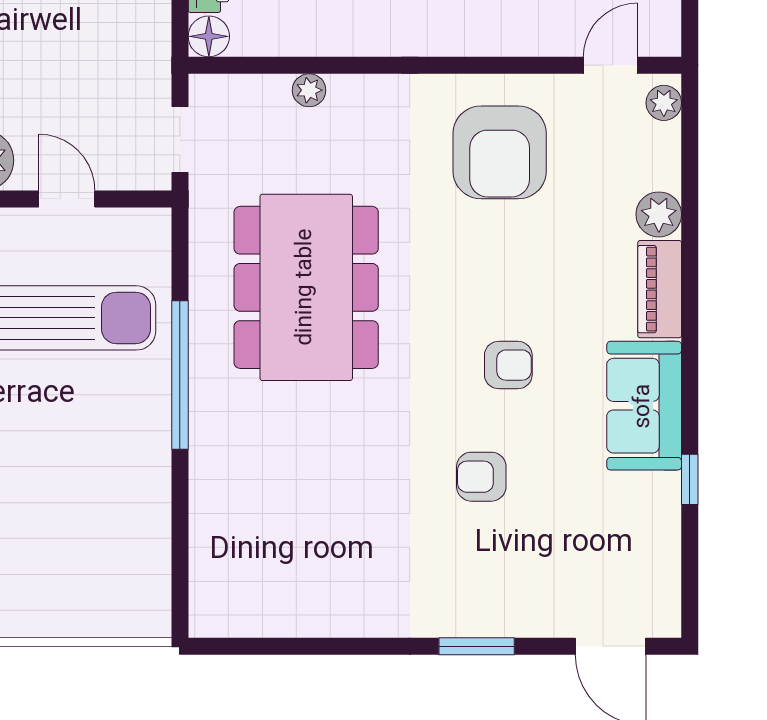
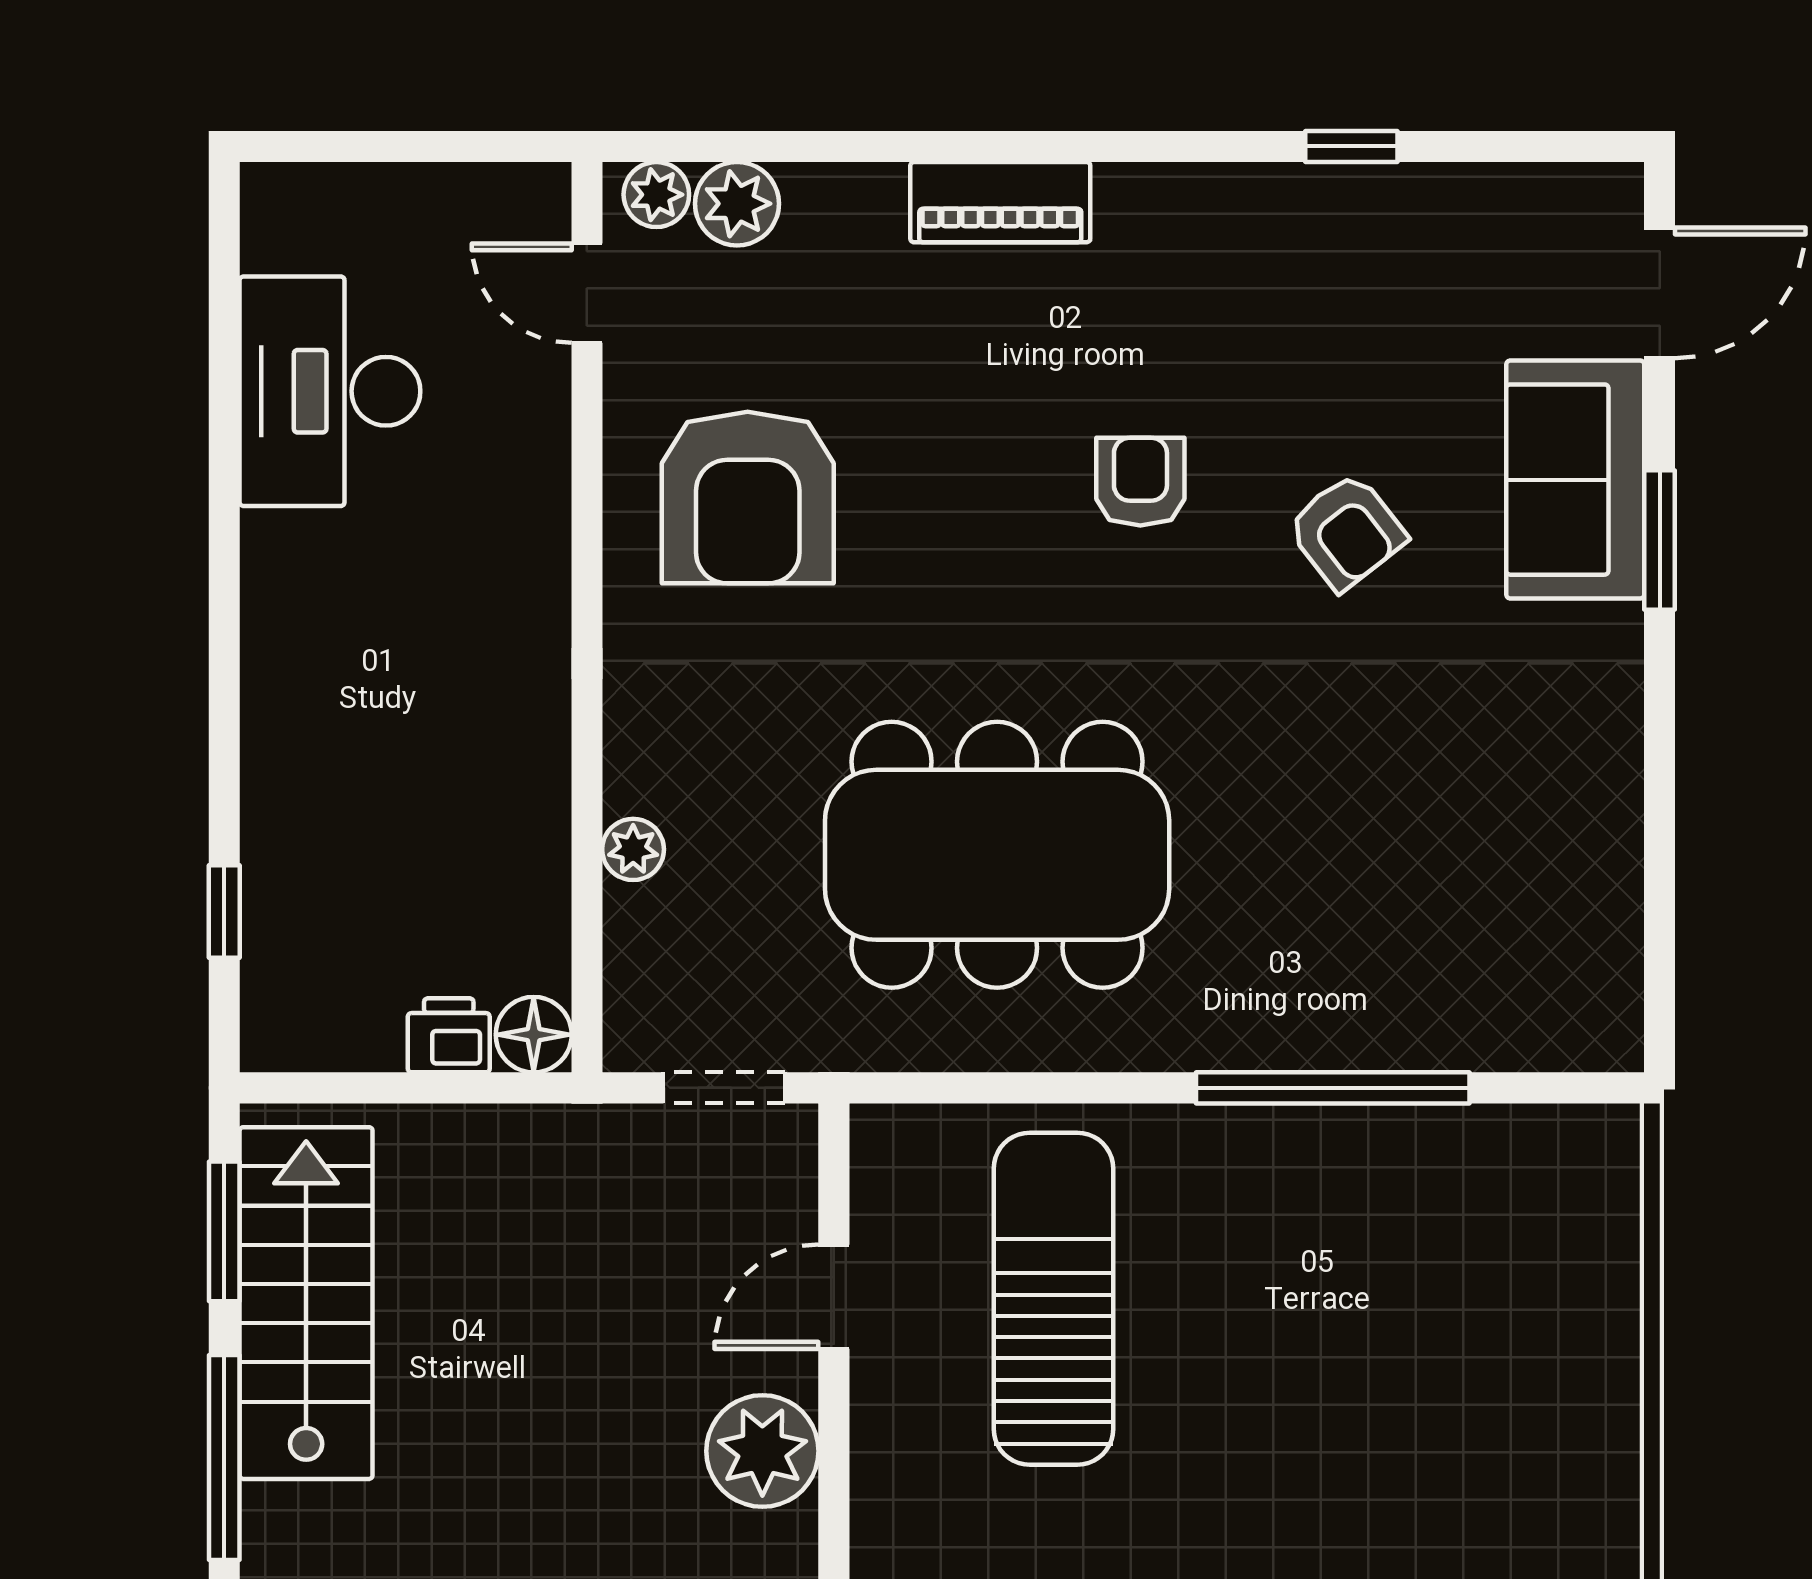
armchair: (500, 152) -> (748, 498), turned 90
plant: (659, 214) -> (737, 204), moved
window: (180, 375) -> (1333, 1088), moved
sofa: (644, 406) -> (1575, 480), moved, turned 90
armchair: (481, 477) -> (1347, 531), turned -38

